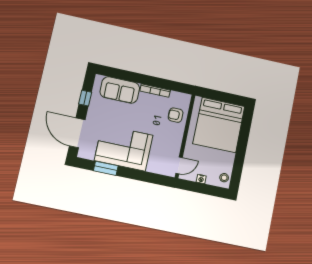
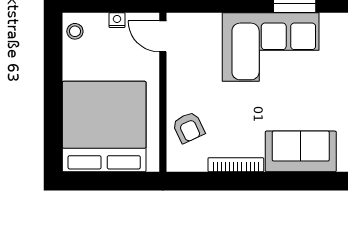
armchair: (176, 115) -> (189, 127), turned 65
door: (179, 165) -> (163, 36), hinge flipped

